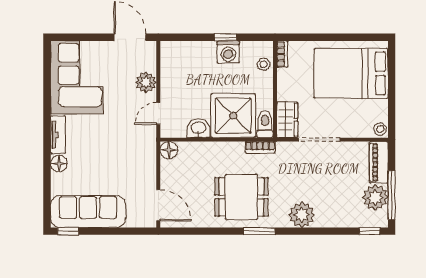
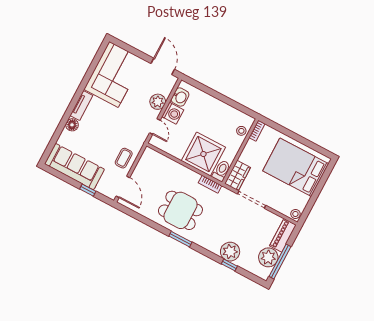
window: (225, 37) -> (226, 100), removed
washing machine: (228, 52) -> (173, 113), moved, turned -90
door: (158, 113) -> (155, 126), swing flipped
washbasin: (198, 128) -> (180, 97), moved, turned 90
floor lamp: (169, 150) -> (149, 154), removed
coffee table: (141, 171) -> (124, 158), added
plant: (302, 215) -> (230, 252), moved
window: (68, 231) -> (88, 190), moved
window: (370, 231) -> (229, 265), moved

